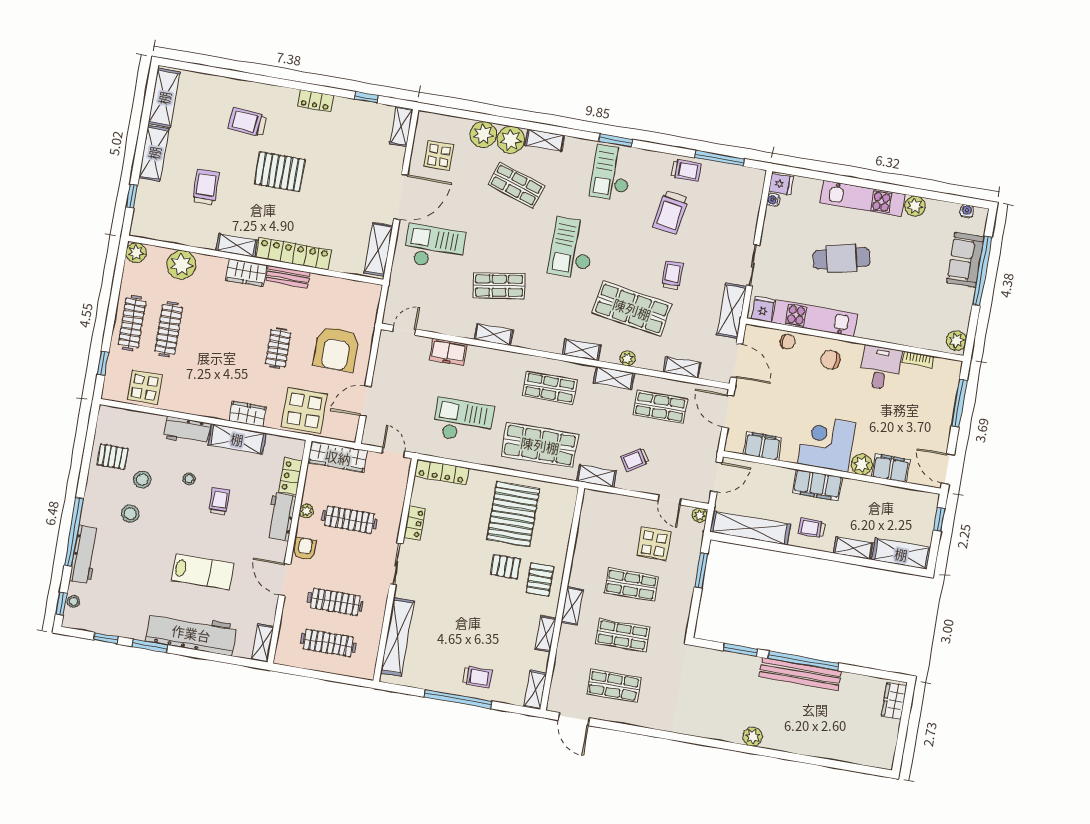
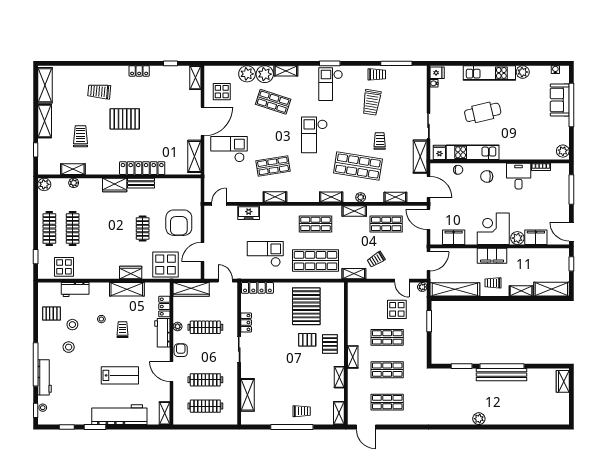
shelving: (237, 245) -> (73, 169), moved
plant: (181, 265) -> (74, 183), width x0.53, depth x0.53
workbench: (187, 431) -> (75, 290), moved
shelving: (397, 637) -> (248, 395), width x0.68

